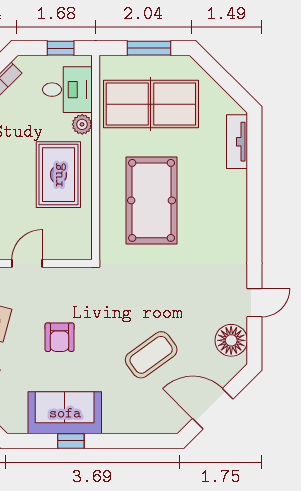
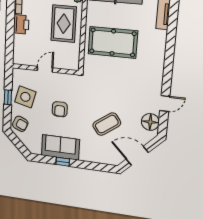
pool table: (152, 200) -> (113, 42), turned 90

